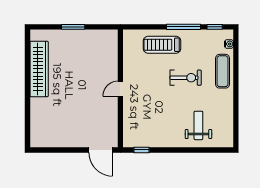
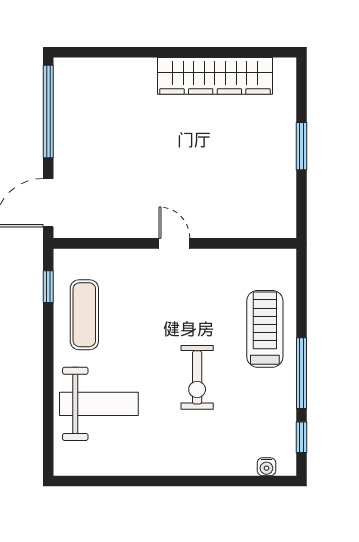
exercise mat: (223, 71) -> (84, 315), moved, turned 90
weight bench: (198, 125) -> (99, 404), width x1.36, depth x1.33
window: (56, 150) -> (48, 111), added

